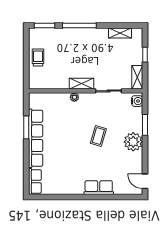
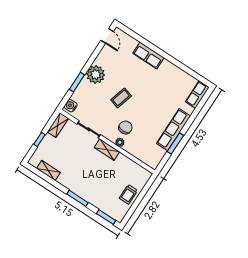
window: (79, 26) -> (77, 198), width x0.69
chair: (78, 113) -> (125, 127), added
row of seats: (36, 138) -> (174, 130), width x0.73

